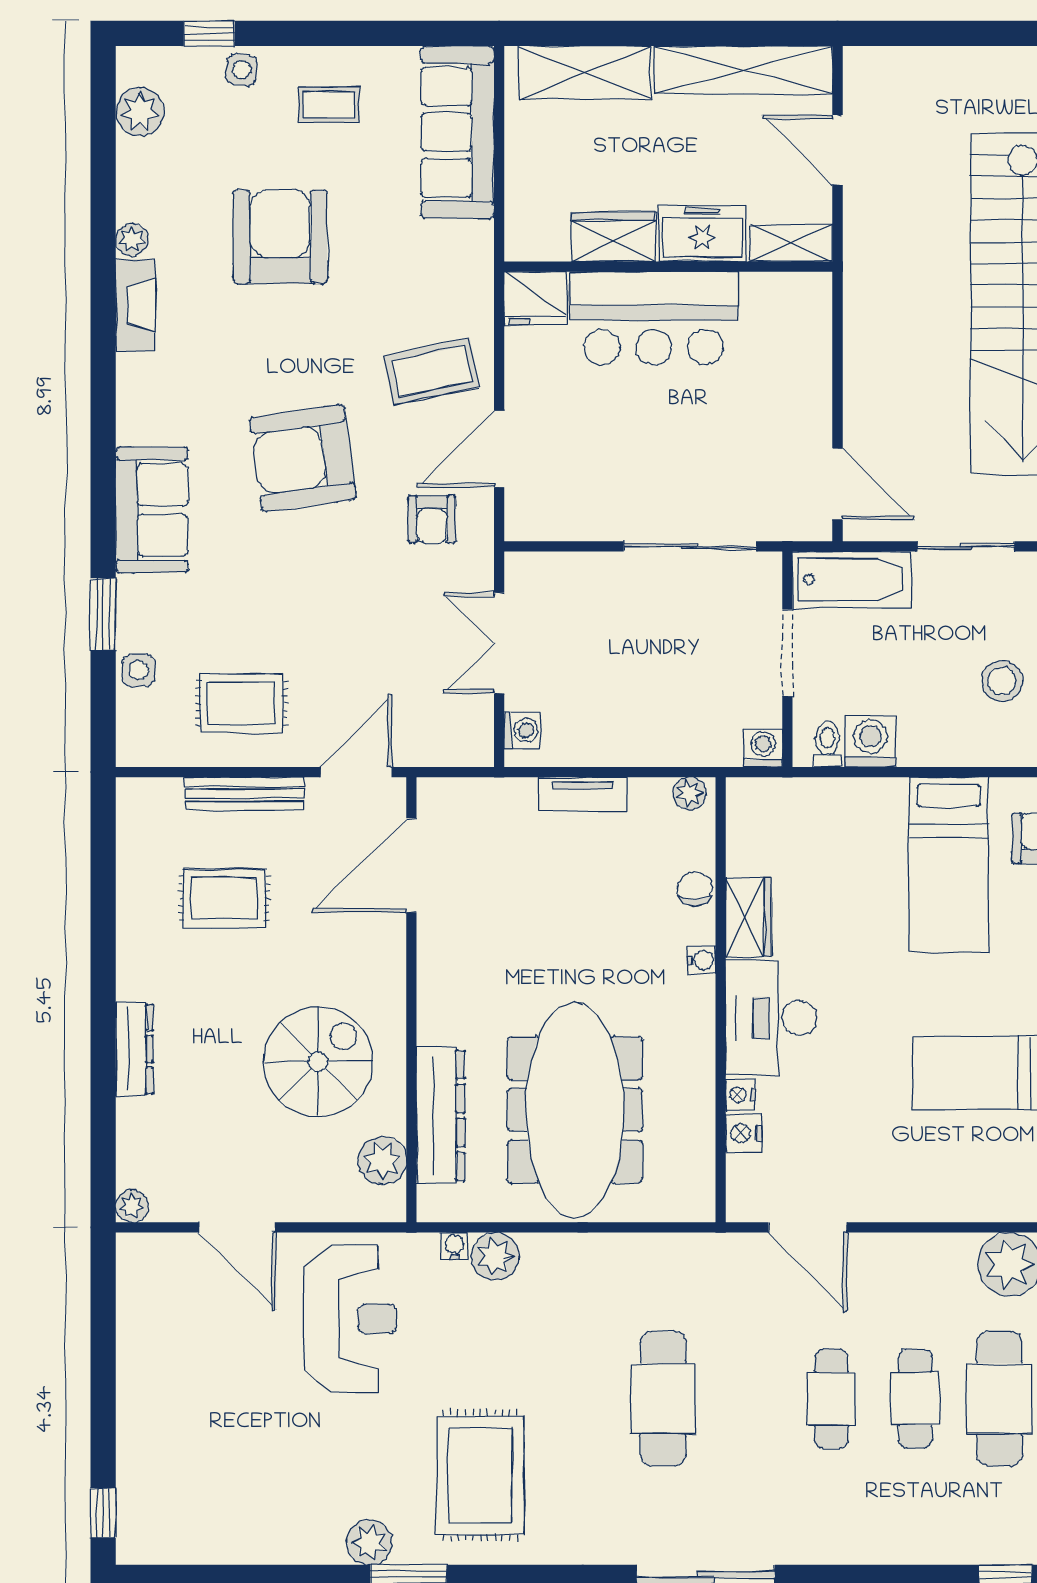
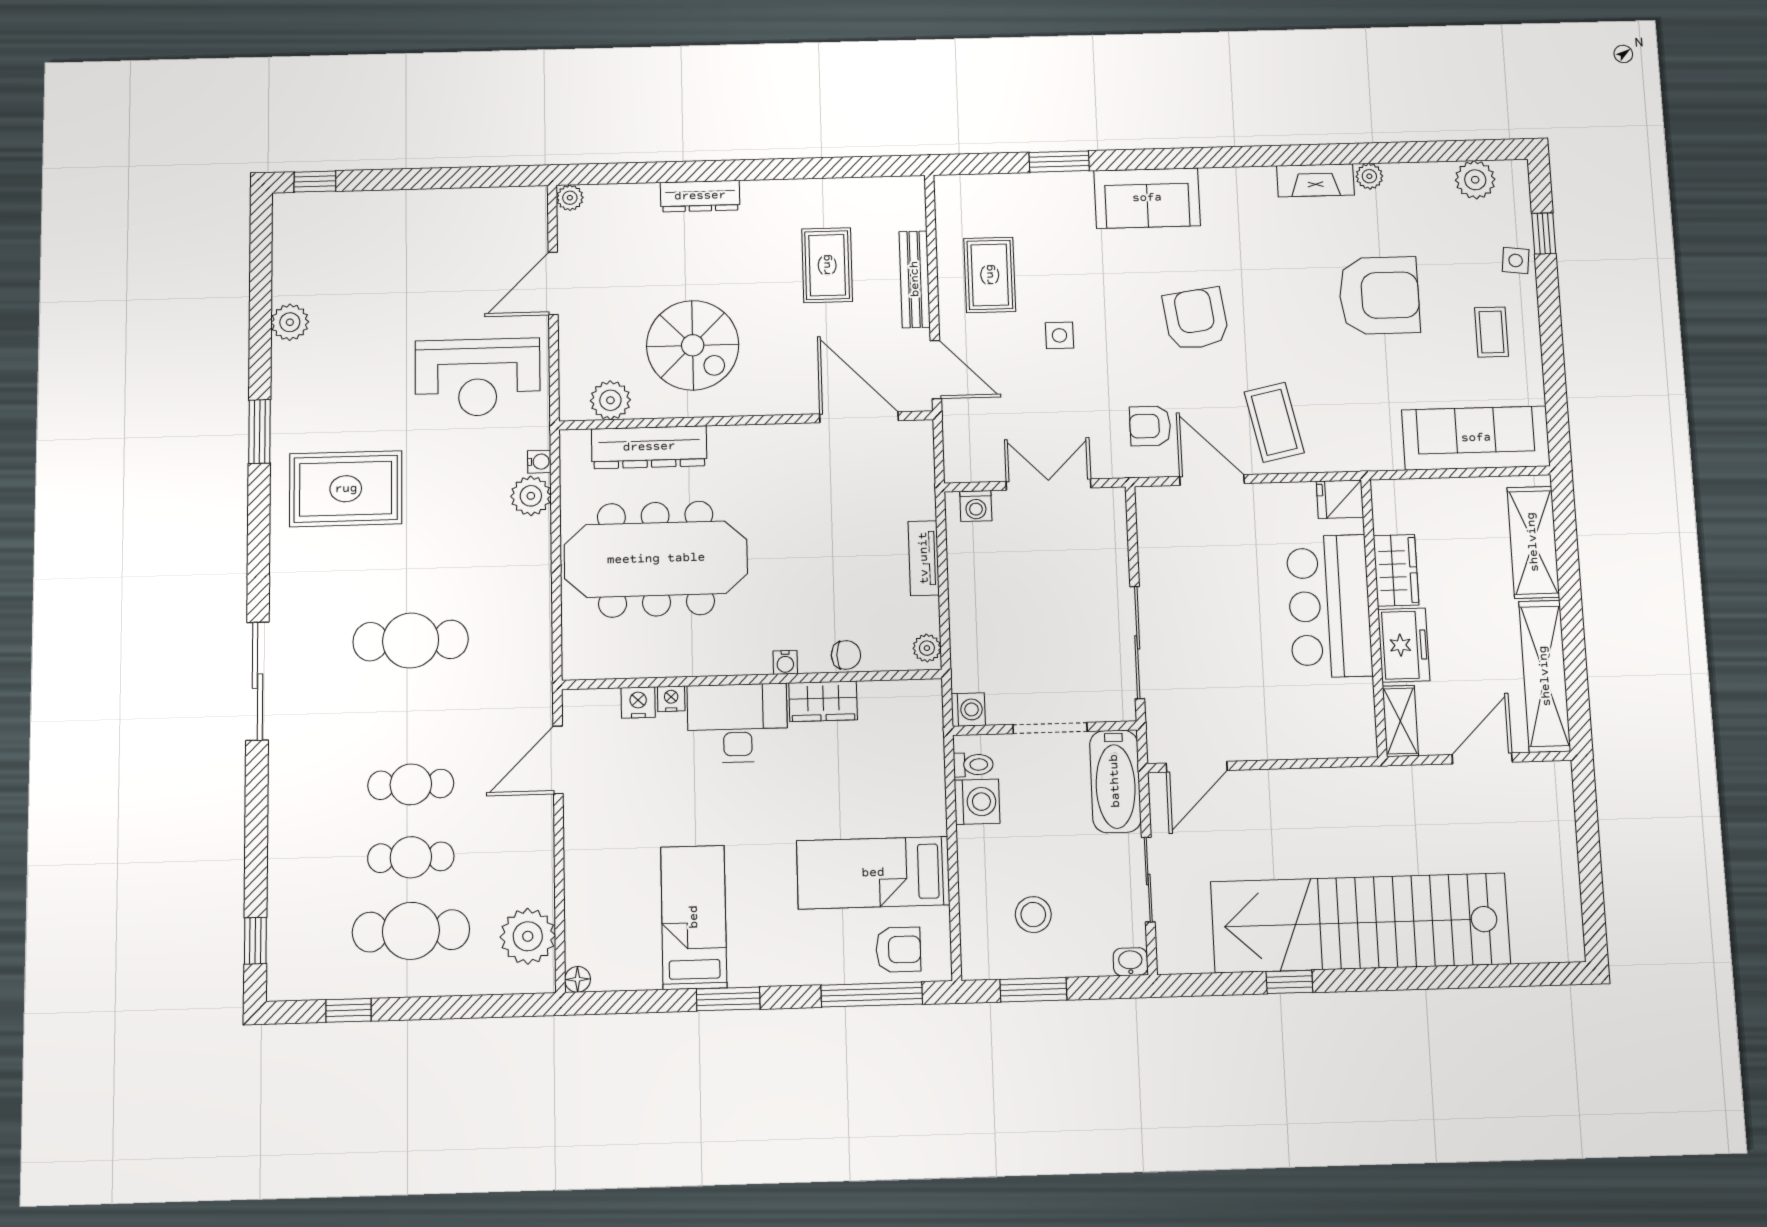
fridge: (535, 298) -> (1340, 499), width x0.72
armchair: (303, 458) -> (1196, 319), width x0.73, depth x0.73
side table: (139, 670) -> (1059, 335), moved
plant: (369, 1542) -> (290, 322), moved

